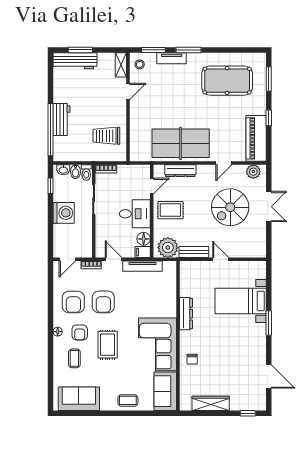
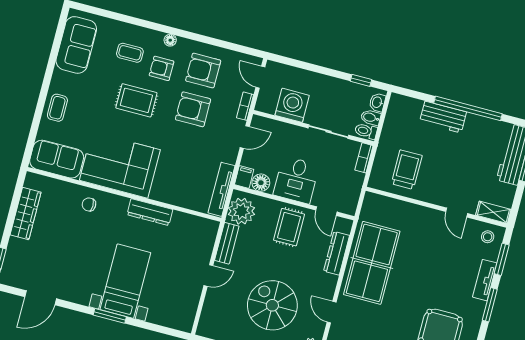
window: (50, 130) -> (468, 108), moved
washing machine: (64, 213) -> (292, 105), moved, turned 180
tv unit: (143, 266) -> (221, 189), moved
bed with nightstands: (241, 301) -> (125, 281), moved

